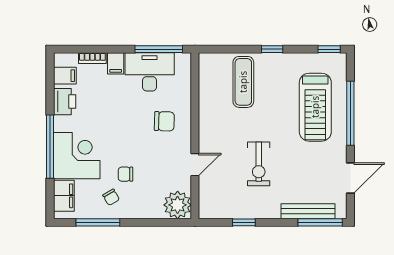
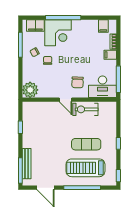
desk: (150, 72) -> (102, 87), moved, turned 90
exercise mat: (243, 82) -> (86, 144), moved
printer: (65, 102) -> (89, 26), removed
exercise bike: (259, 164) -> (85, 109), moved
door: (195, 165) -> (65, 100), moved

